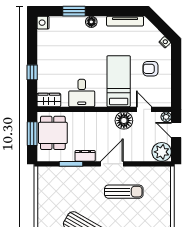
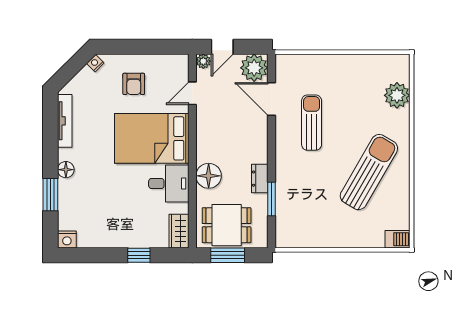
bed: (119, 81) -> (152, 138), width x1.50
floor lamp: (124, 121) -> (209, 176), moved
door: (112, 164) -> (271, 99), moved

